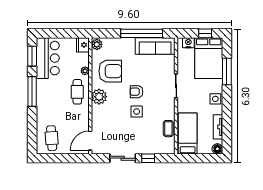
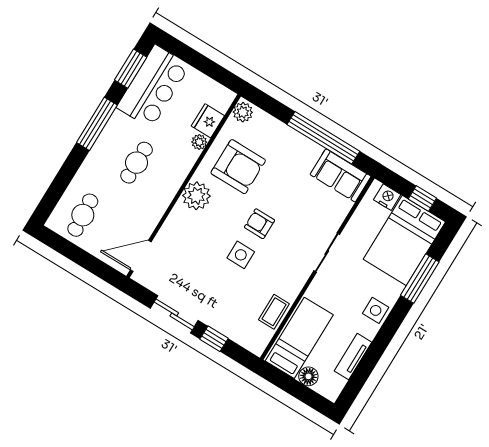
fridge: (83, 45) -> (208, 121), moved
sofa: (155, 46) -> (341, 175), width x0.73
cafe table: (77, 92) -> (137, 163), moved
floor lamp: (217, 149) -> (308, 376), moved

